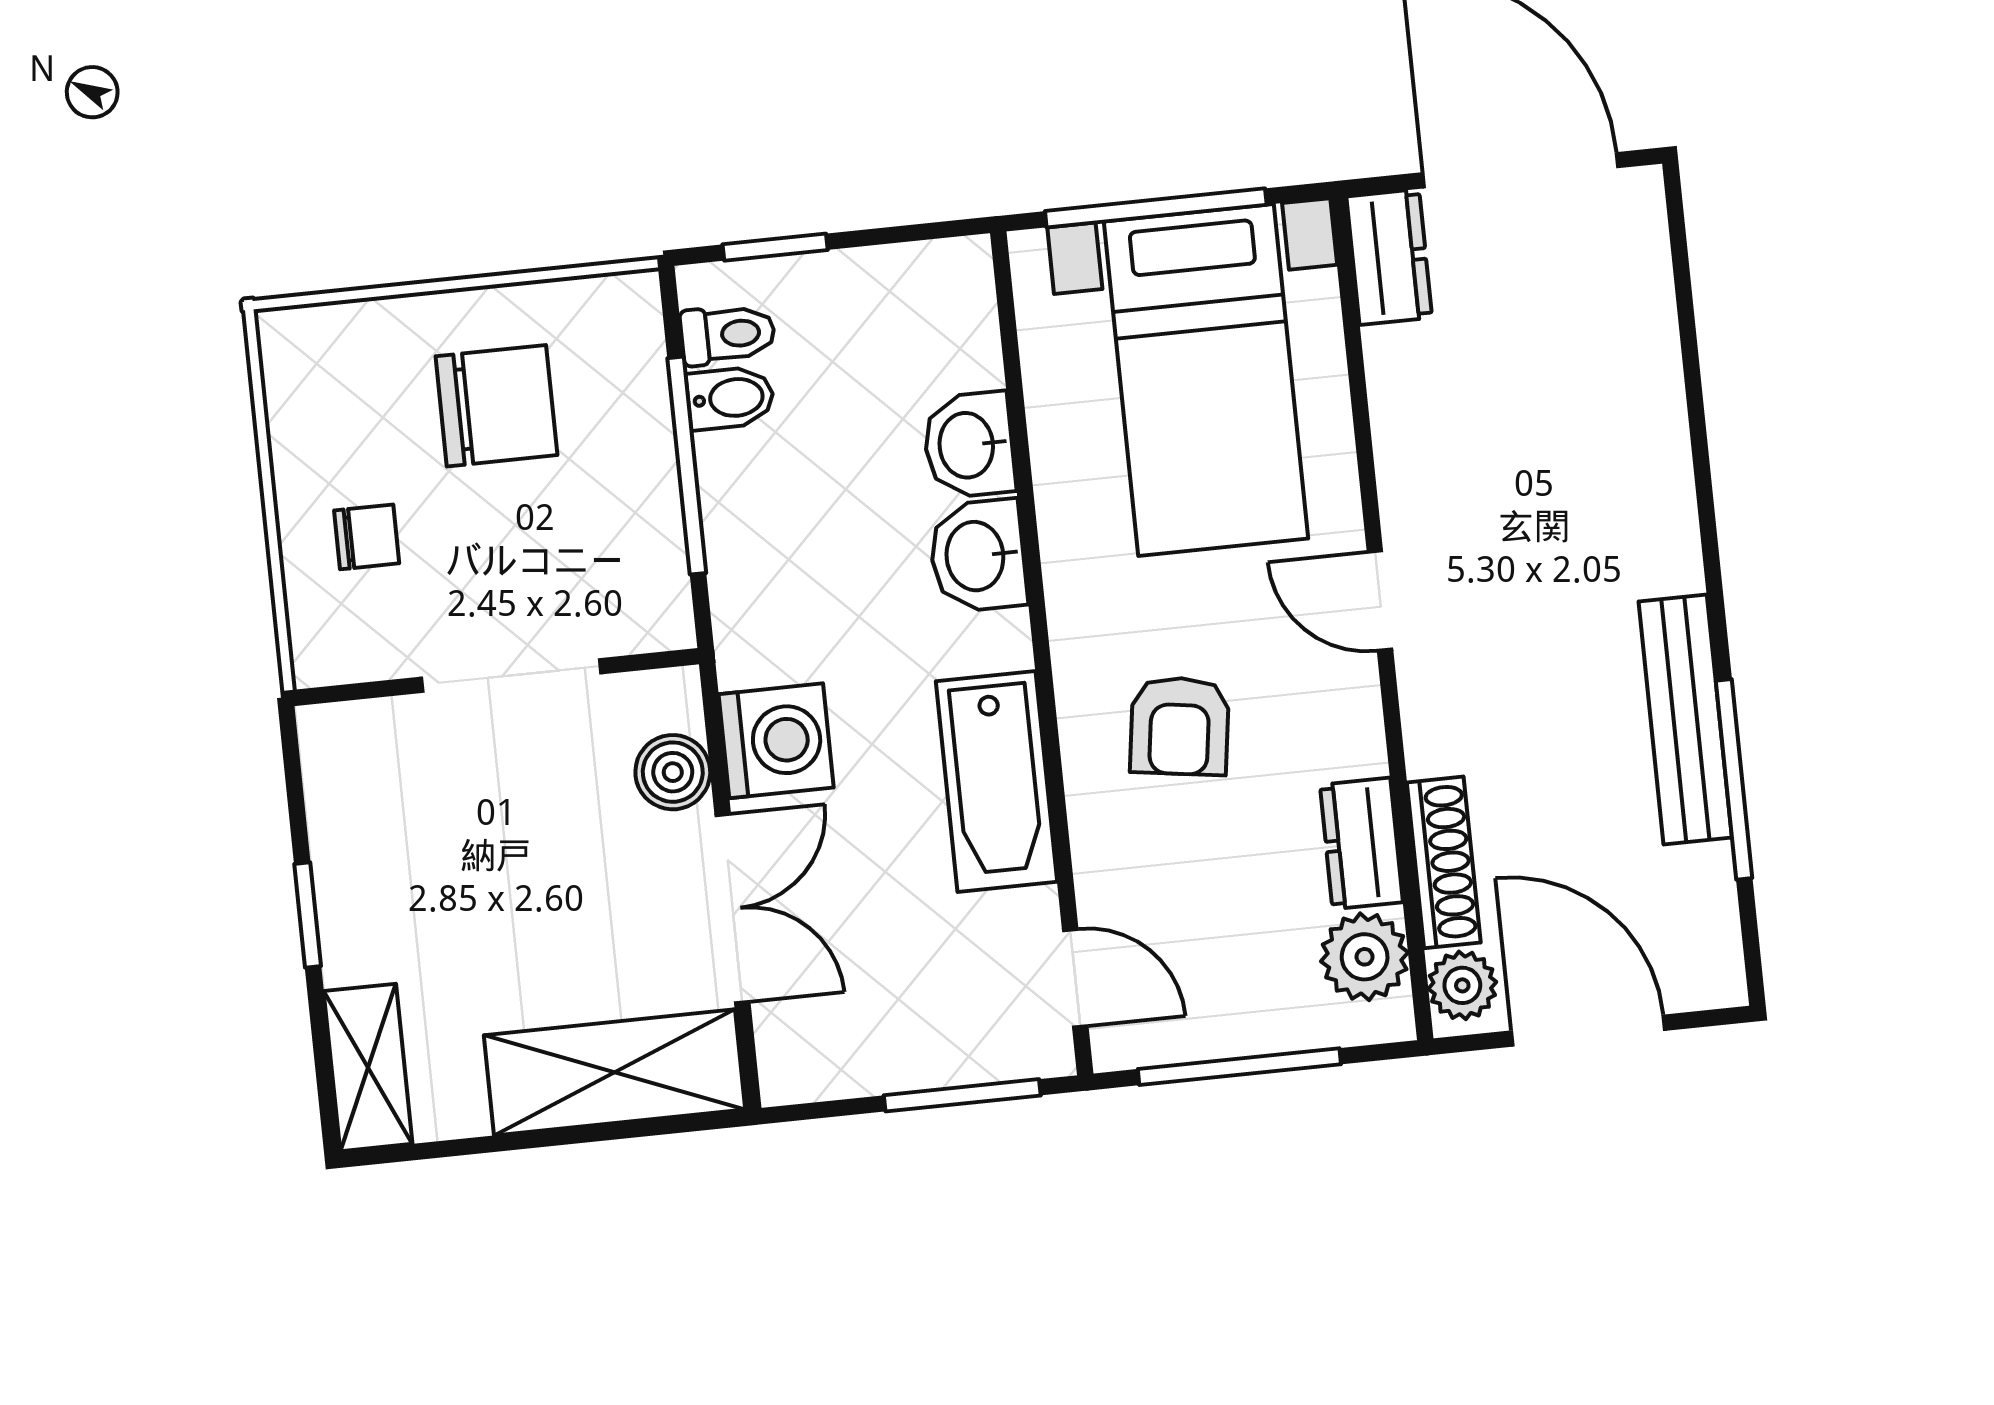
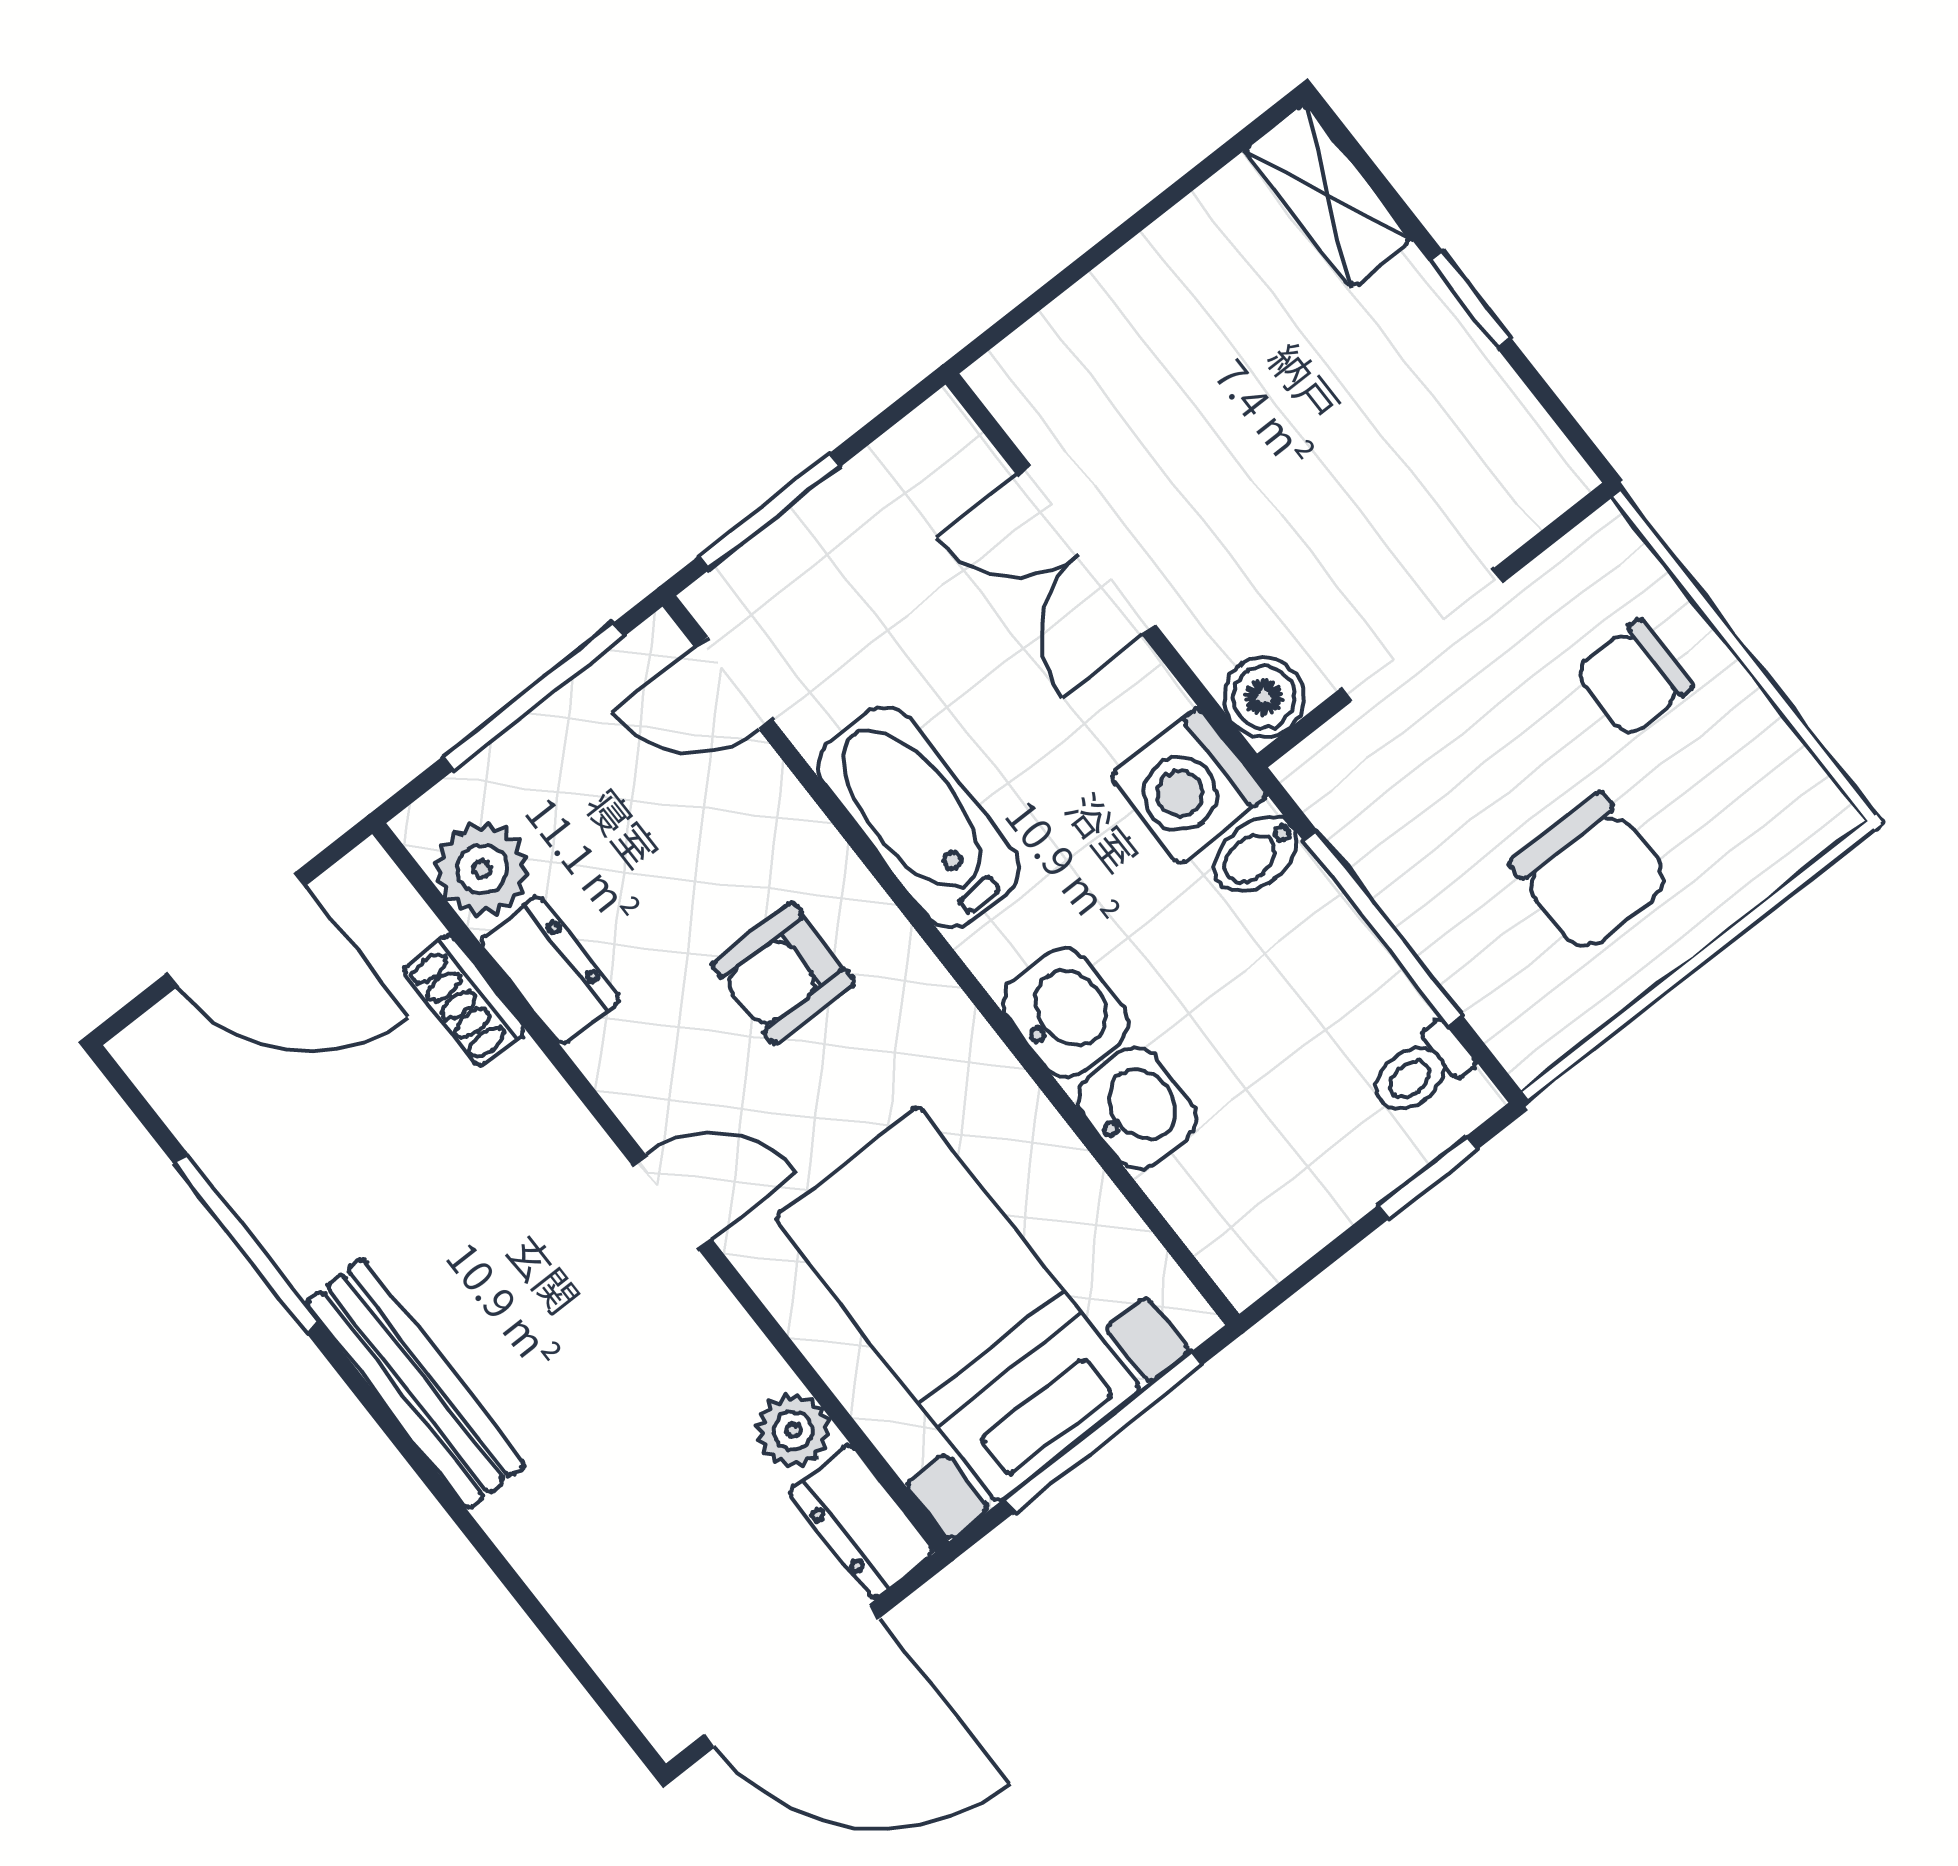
bidet: (730, 398) -> (1256, 854), moved
chair: (496, 406) -> (1591, 873), turned -90
chair: (367, 537) -> (1634, 679), width x1.37, depth x1.37
bench: (1685, 719) -> (415, 1384), moved
armchair: (1180, 726) -> (783, 973), turned -98
washing machine: (776, 741) -> (1189, 786), moved
boiler: (673, 772) -> (1264, 697), moved
shoe rack: (1444, 862) -> (464, 1000), width x0.70
plant: (1462, 985) -> (793, 1431), moved
shelving: (614, 1072) -> (1100, 333), removed

